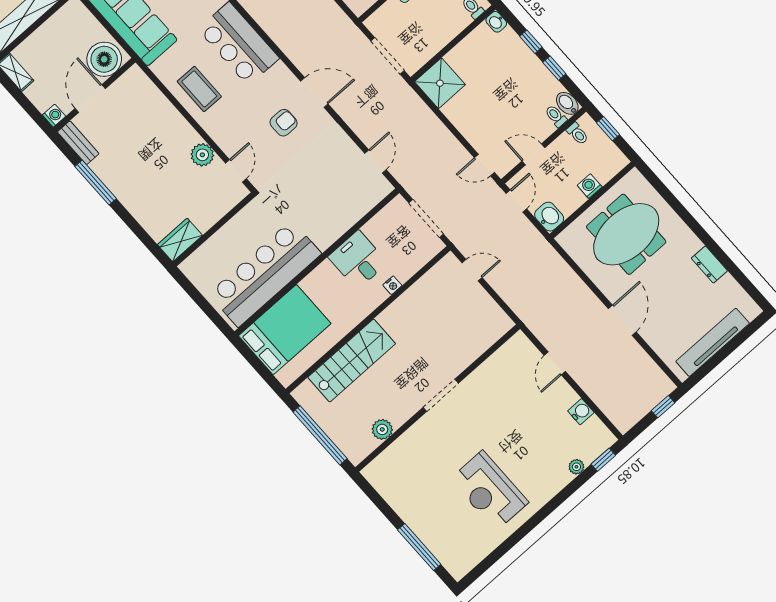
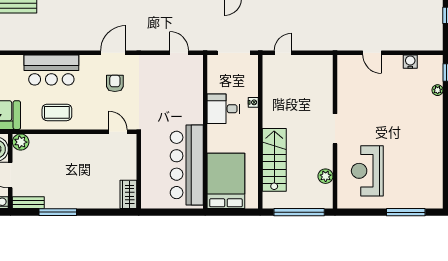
plant: (202, 155) -> (21, 142), moved
reception desk: (489, 491) -> (367, 171), moved, turned 90

